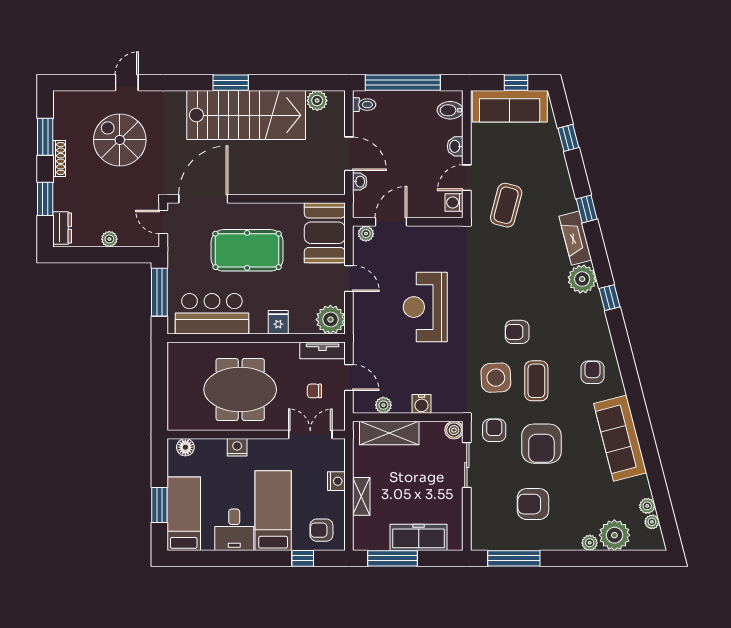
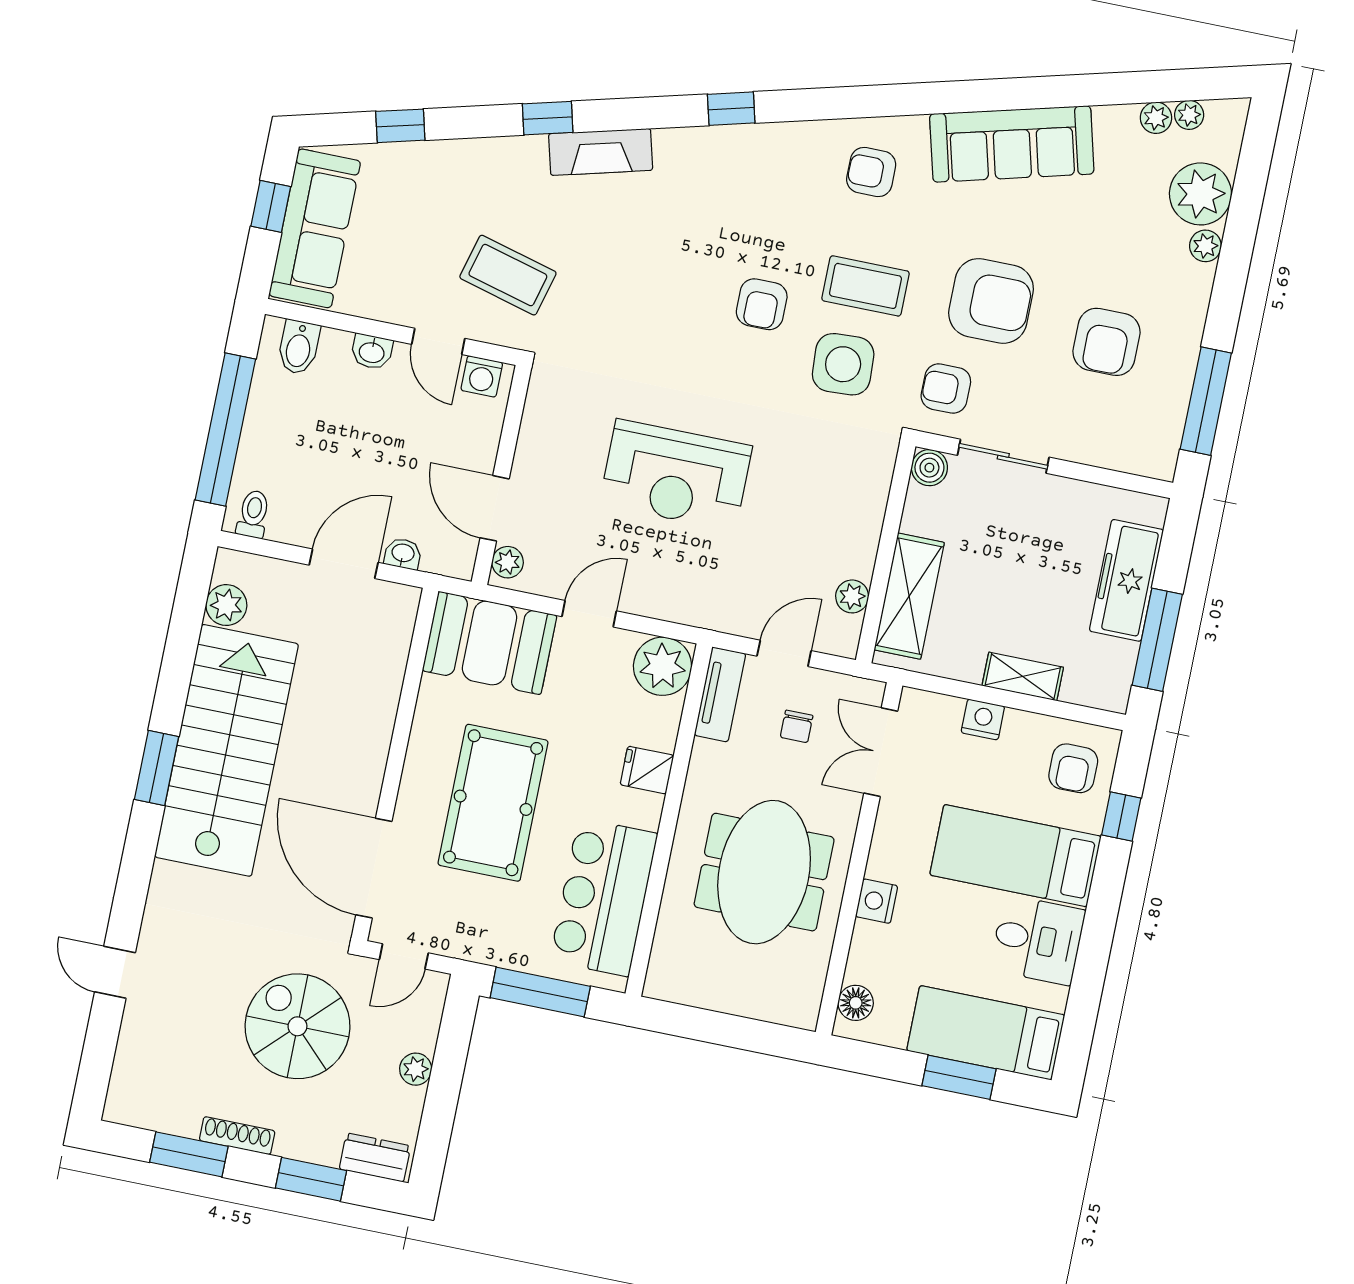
spiral stairs: (120, 140) -> (297, 1026), moved, turned 90
plant: (582, 279) -> (684, 155), removed
water cooler: (422, 404) -> (865, 521), removed

